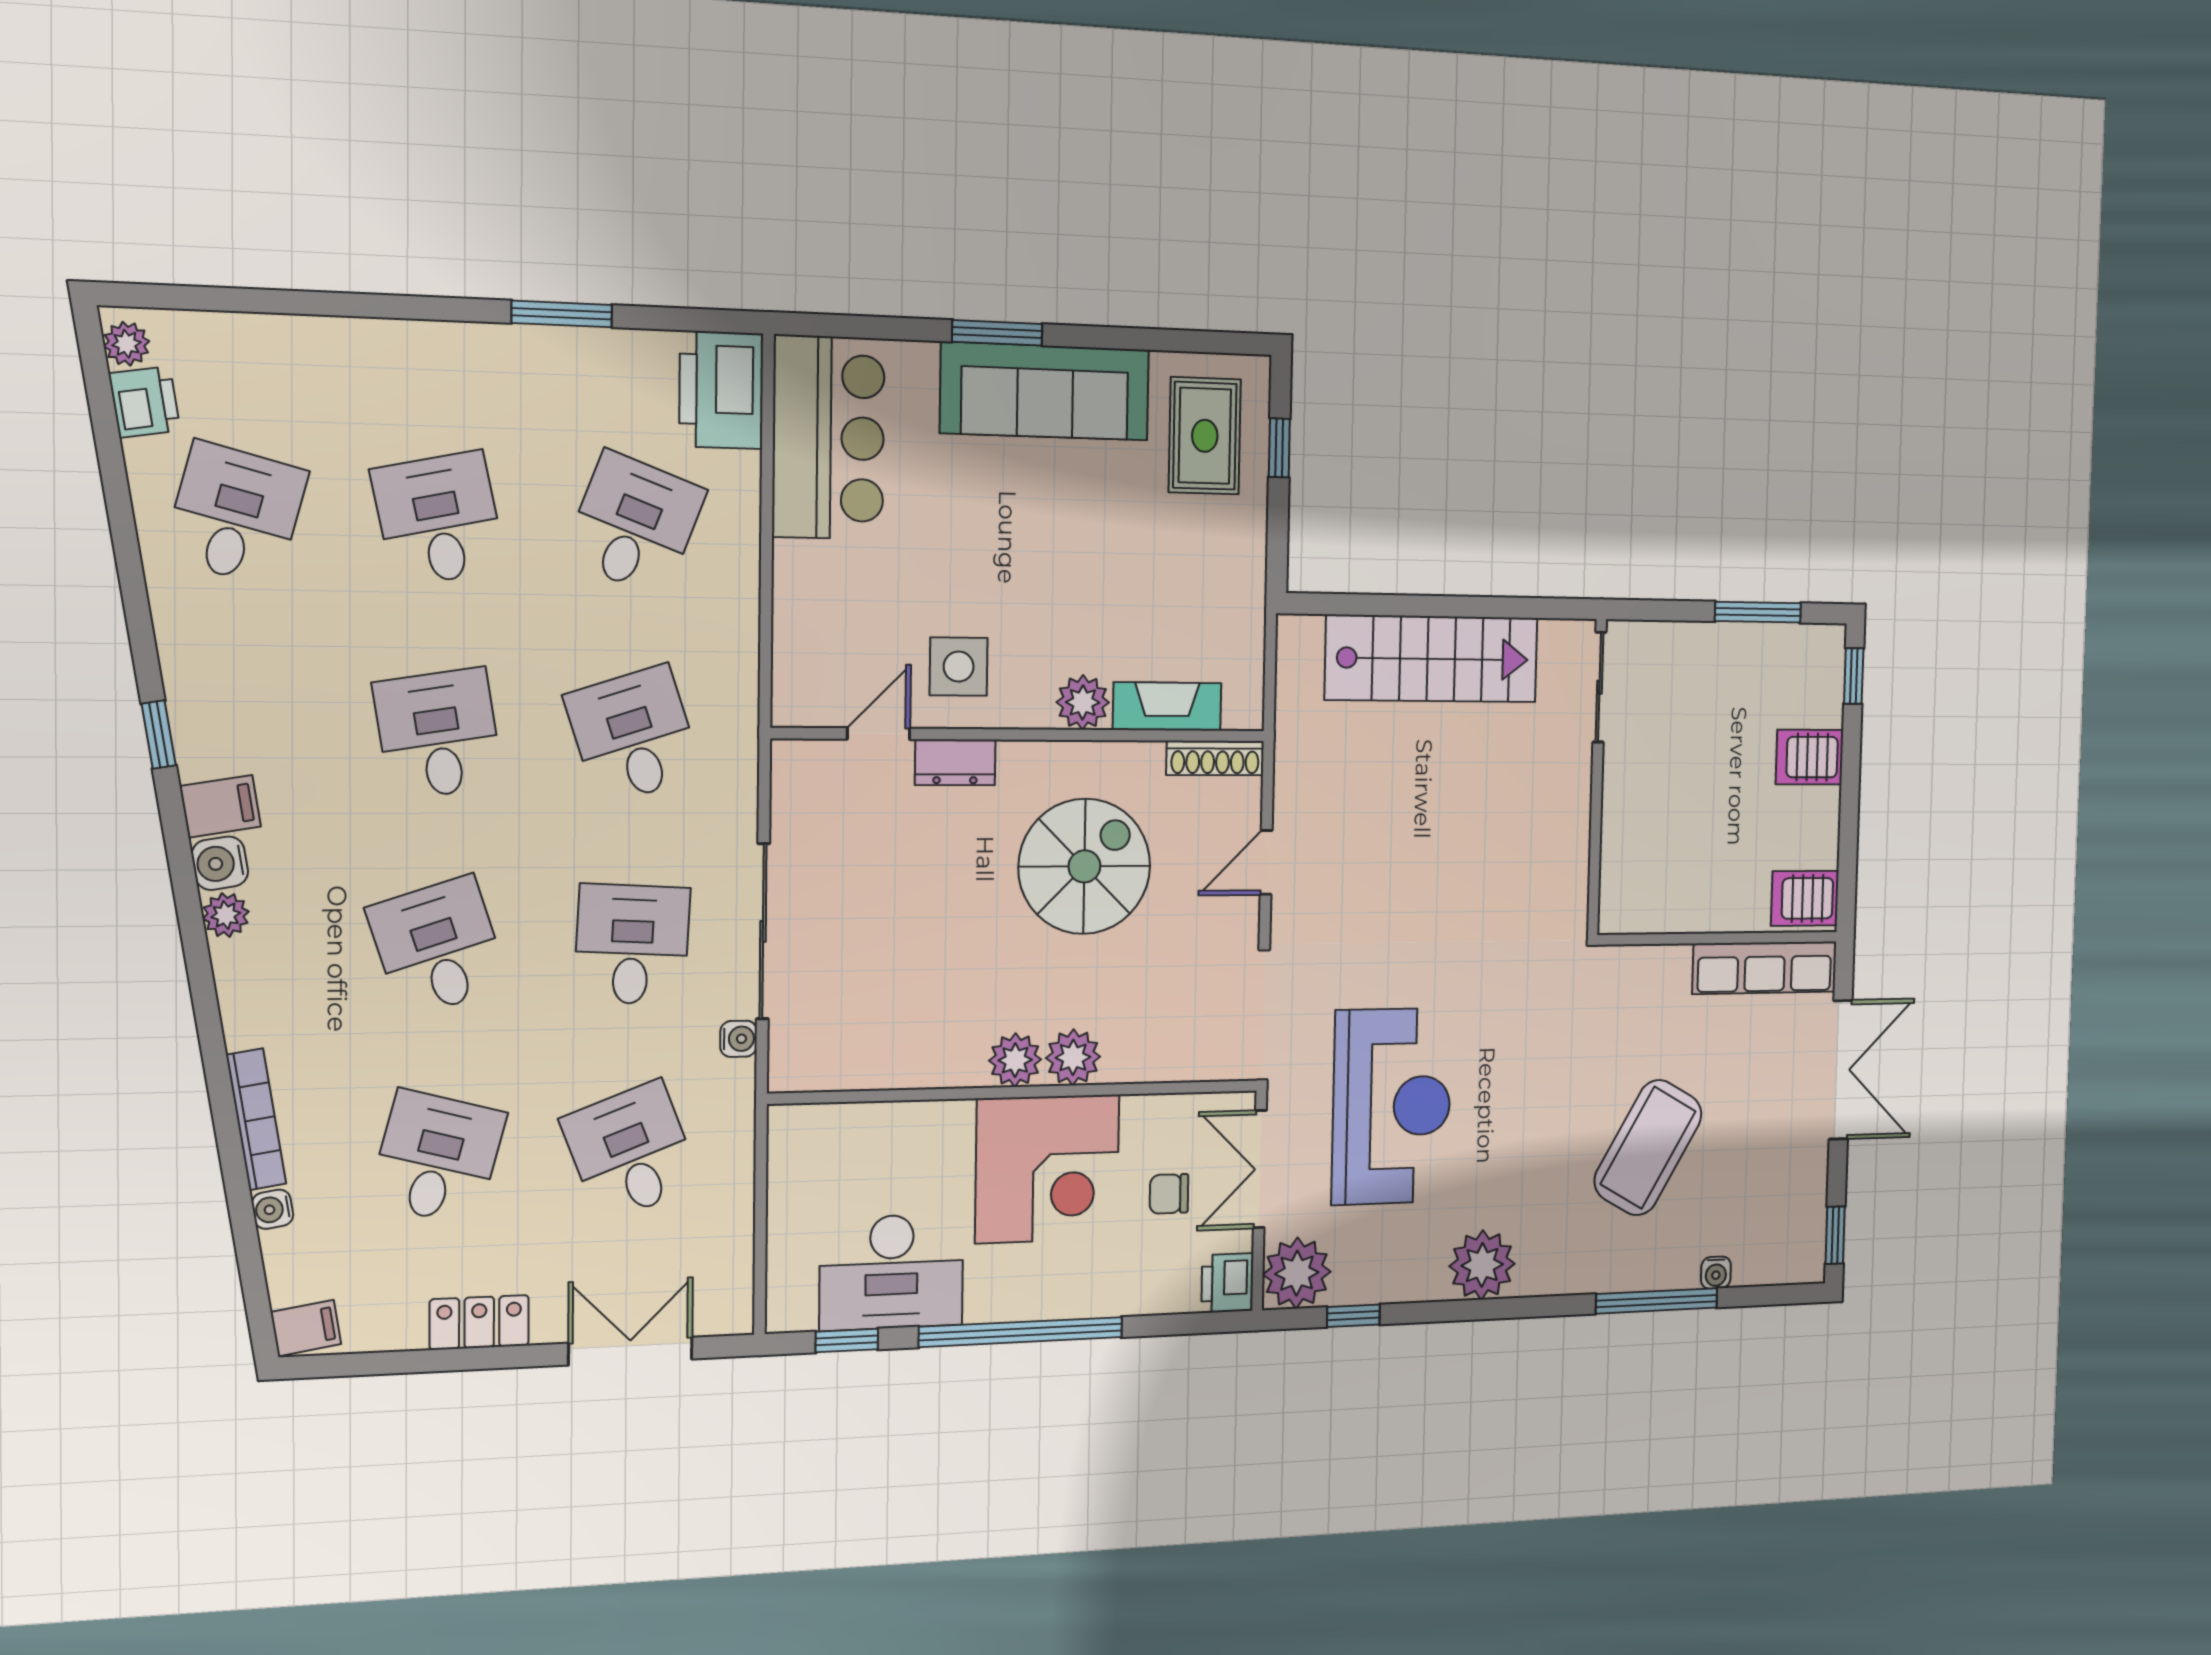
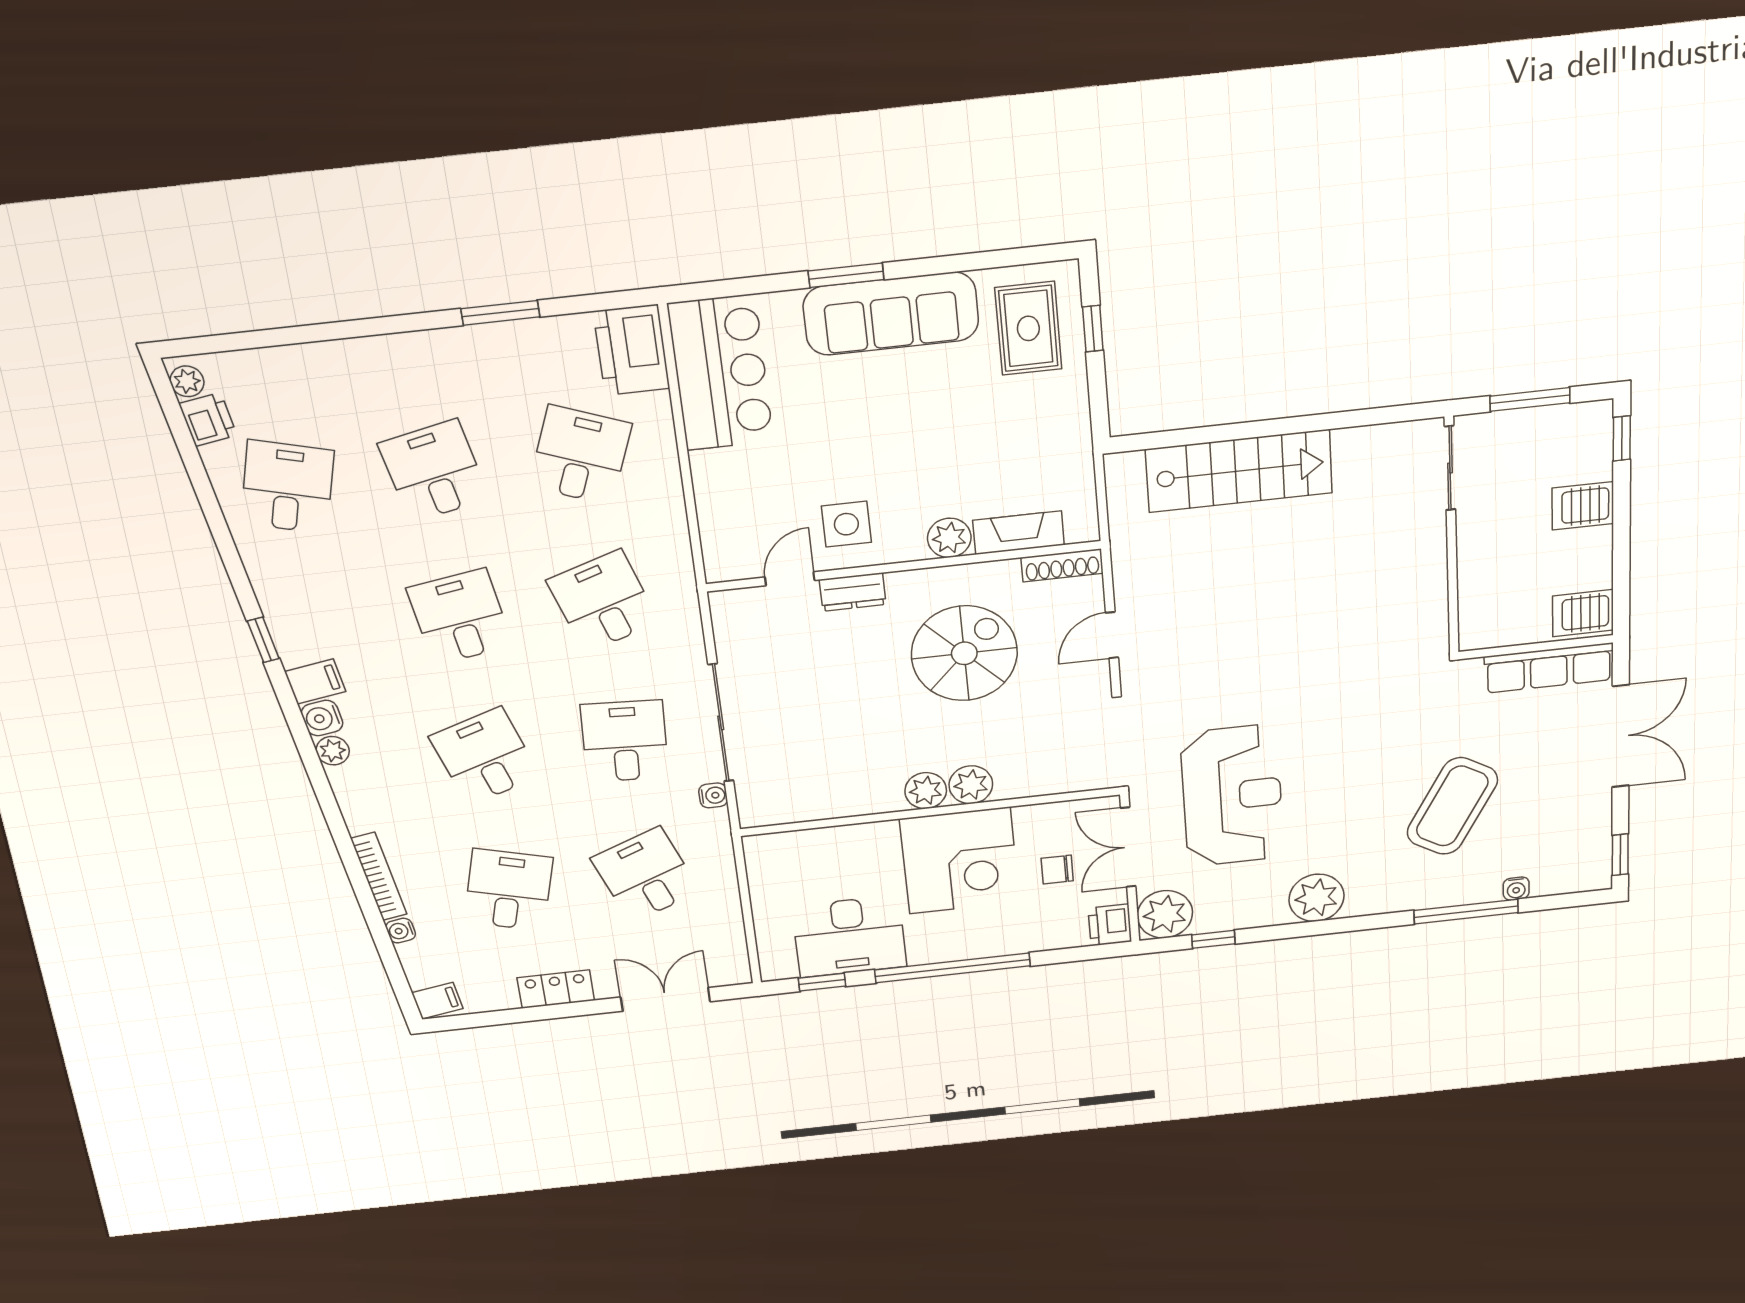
sliding door: (1599, 687) -> (1450, 468), moved
wall: (1597, 778) -> (1452, 536), moved

